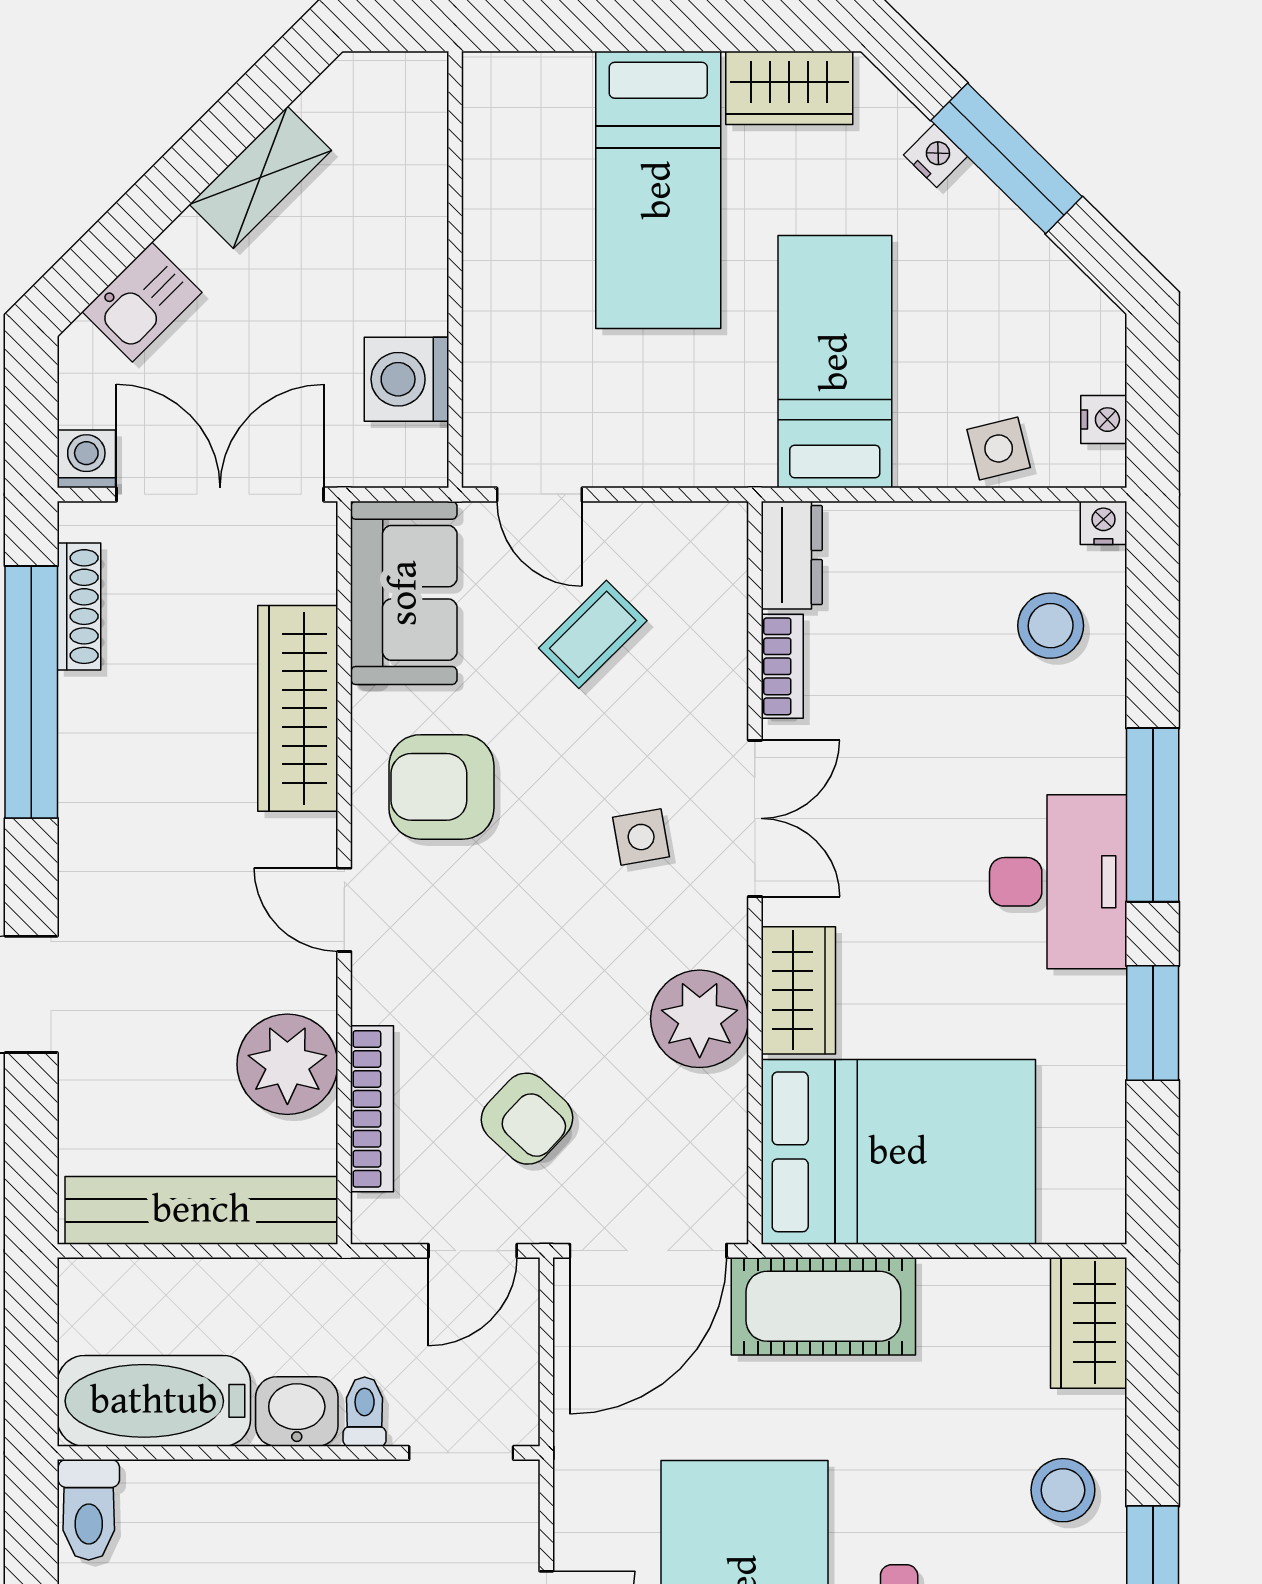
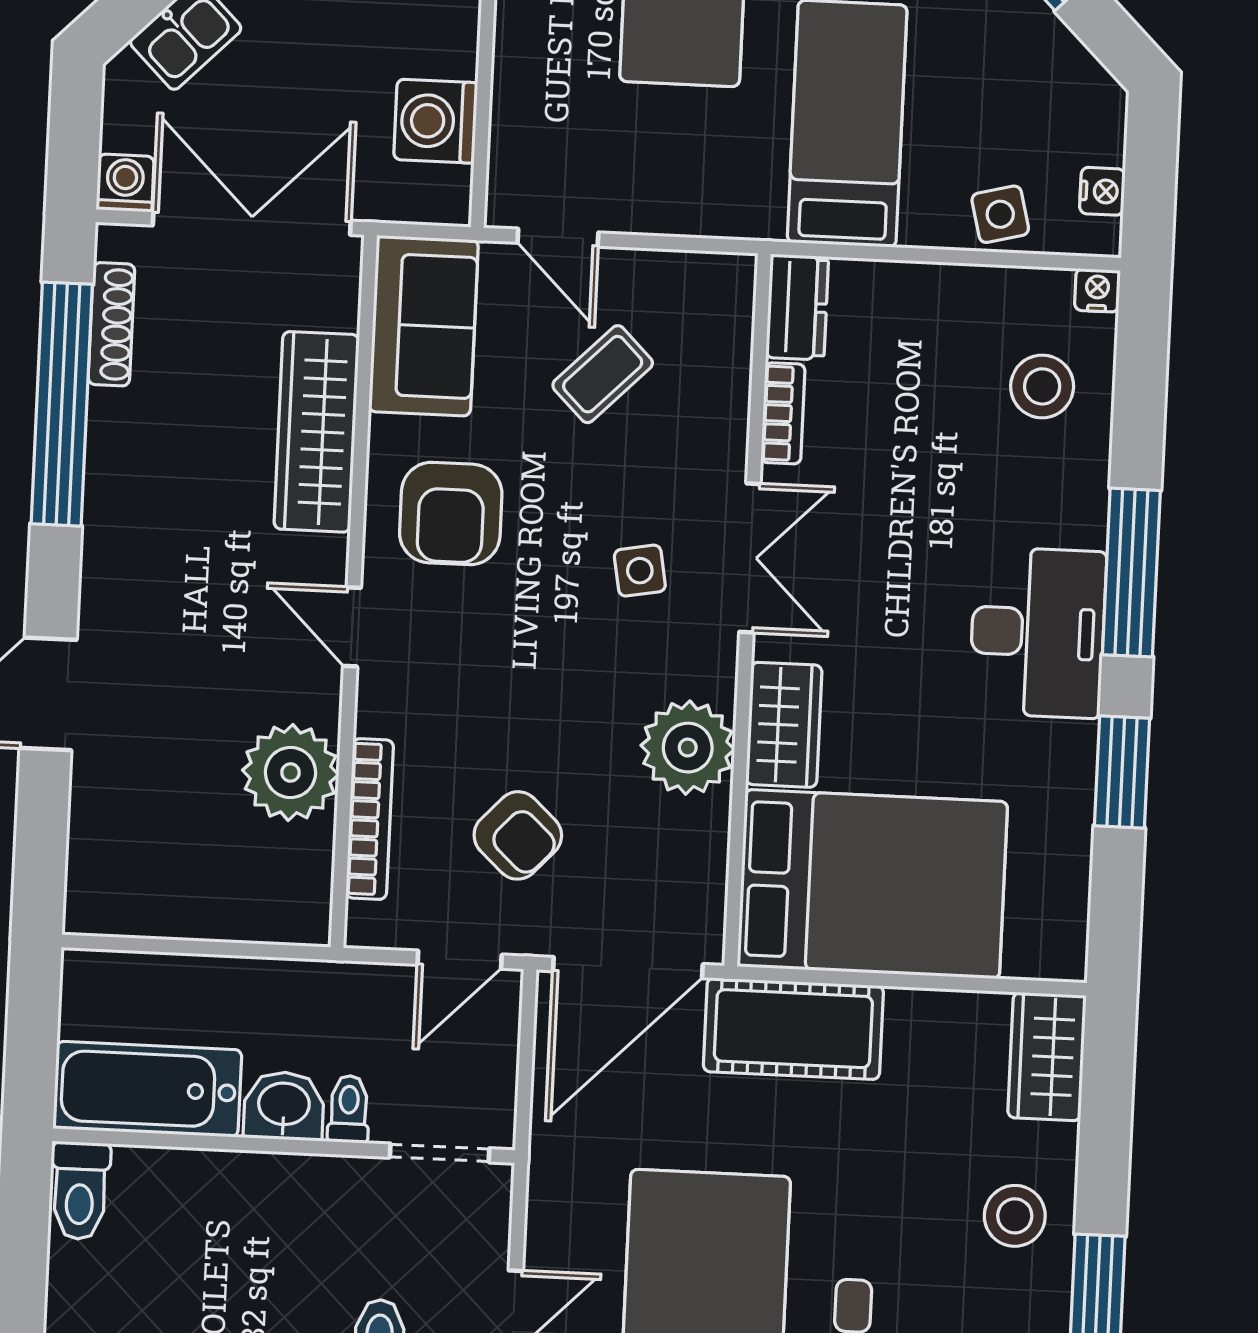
armchair: (441, 787) -> (451, 514), turned -90
bench: (201, 1210) -> (202, 909), removed

